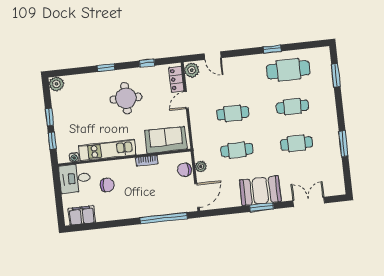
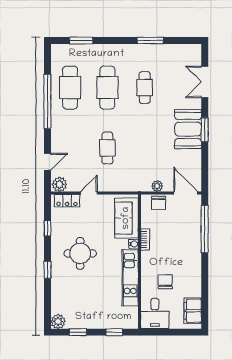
window: (272, 49) -> (47, 101), width x3.17
door: (186, 100) -> (89, 193), swing flipped
cafe table: (292, 107) -> (107, 88), width x1.37, depth x1.35
window: (49, 117) -> (78, 332), moved
cafe table: (237, 150) -> (145, 148), removed
water cooler: (74, 157) -> (133, 244), moved

